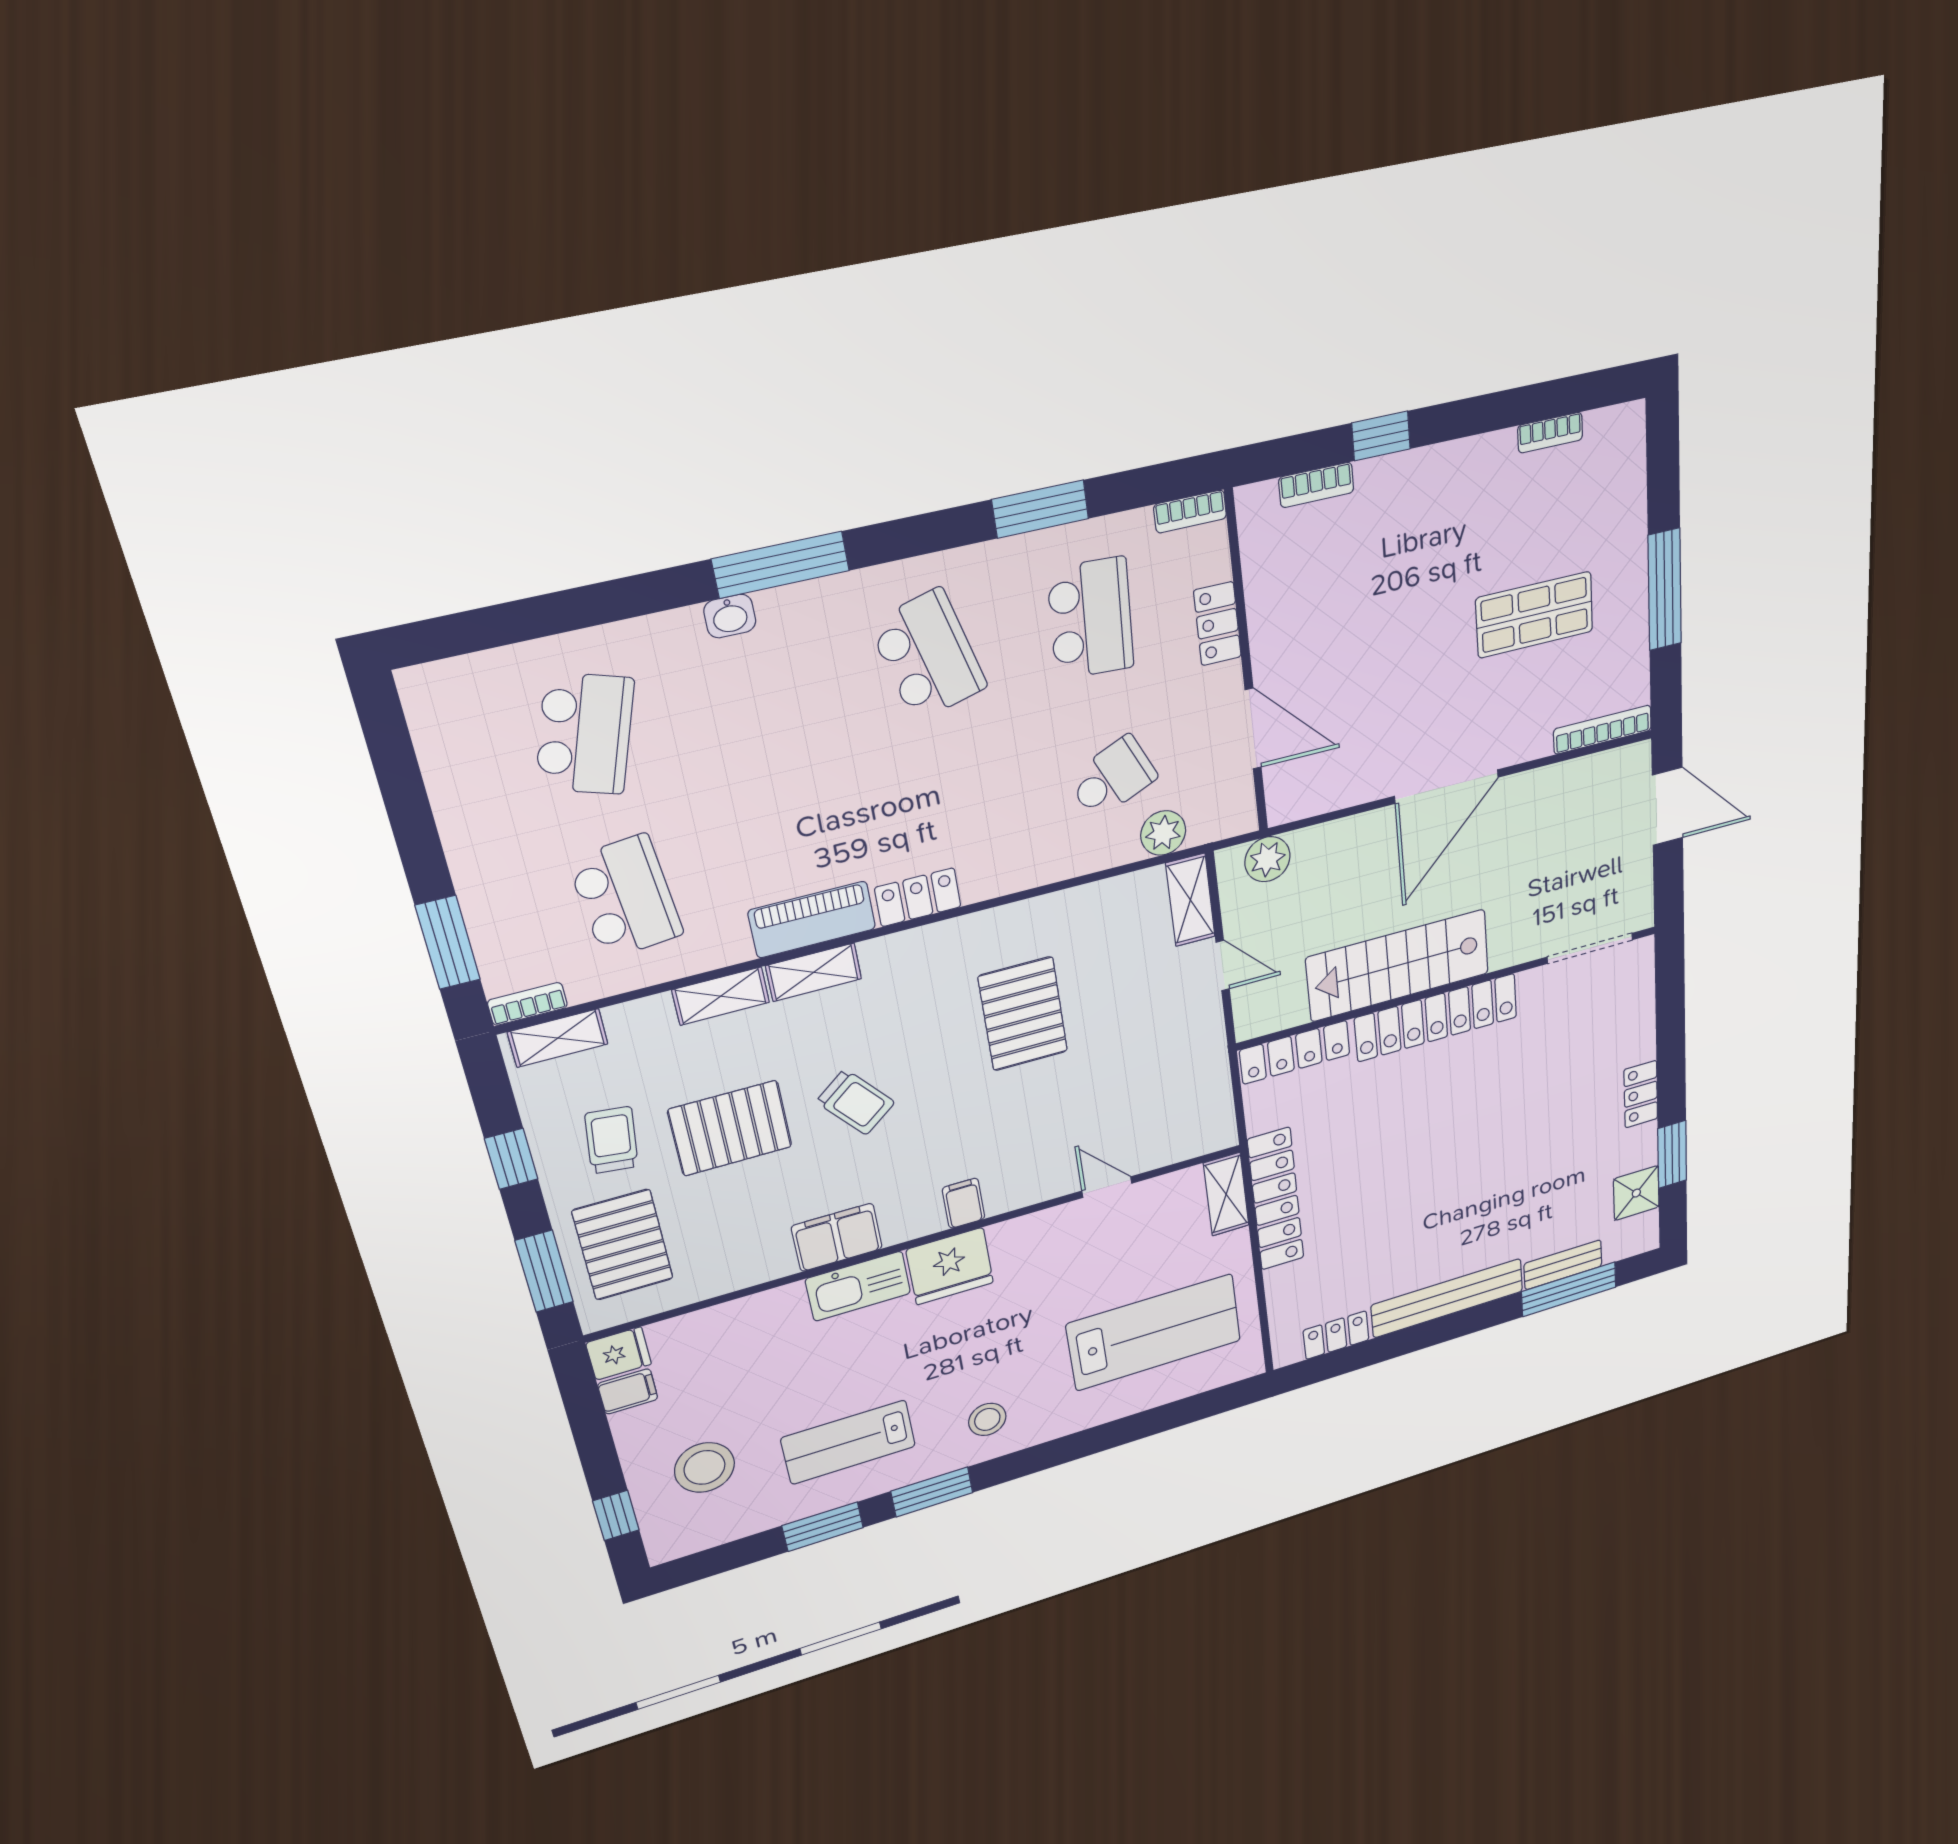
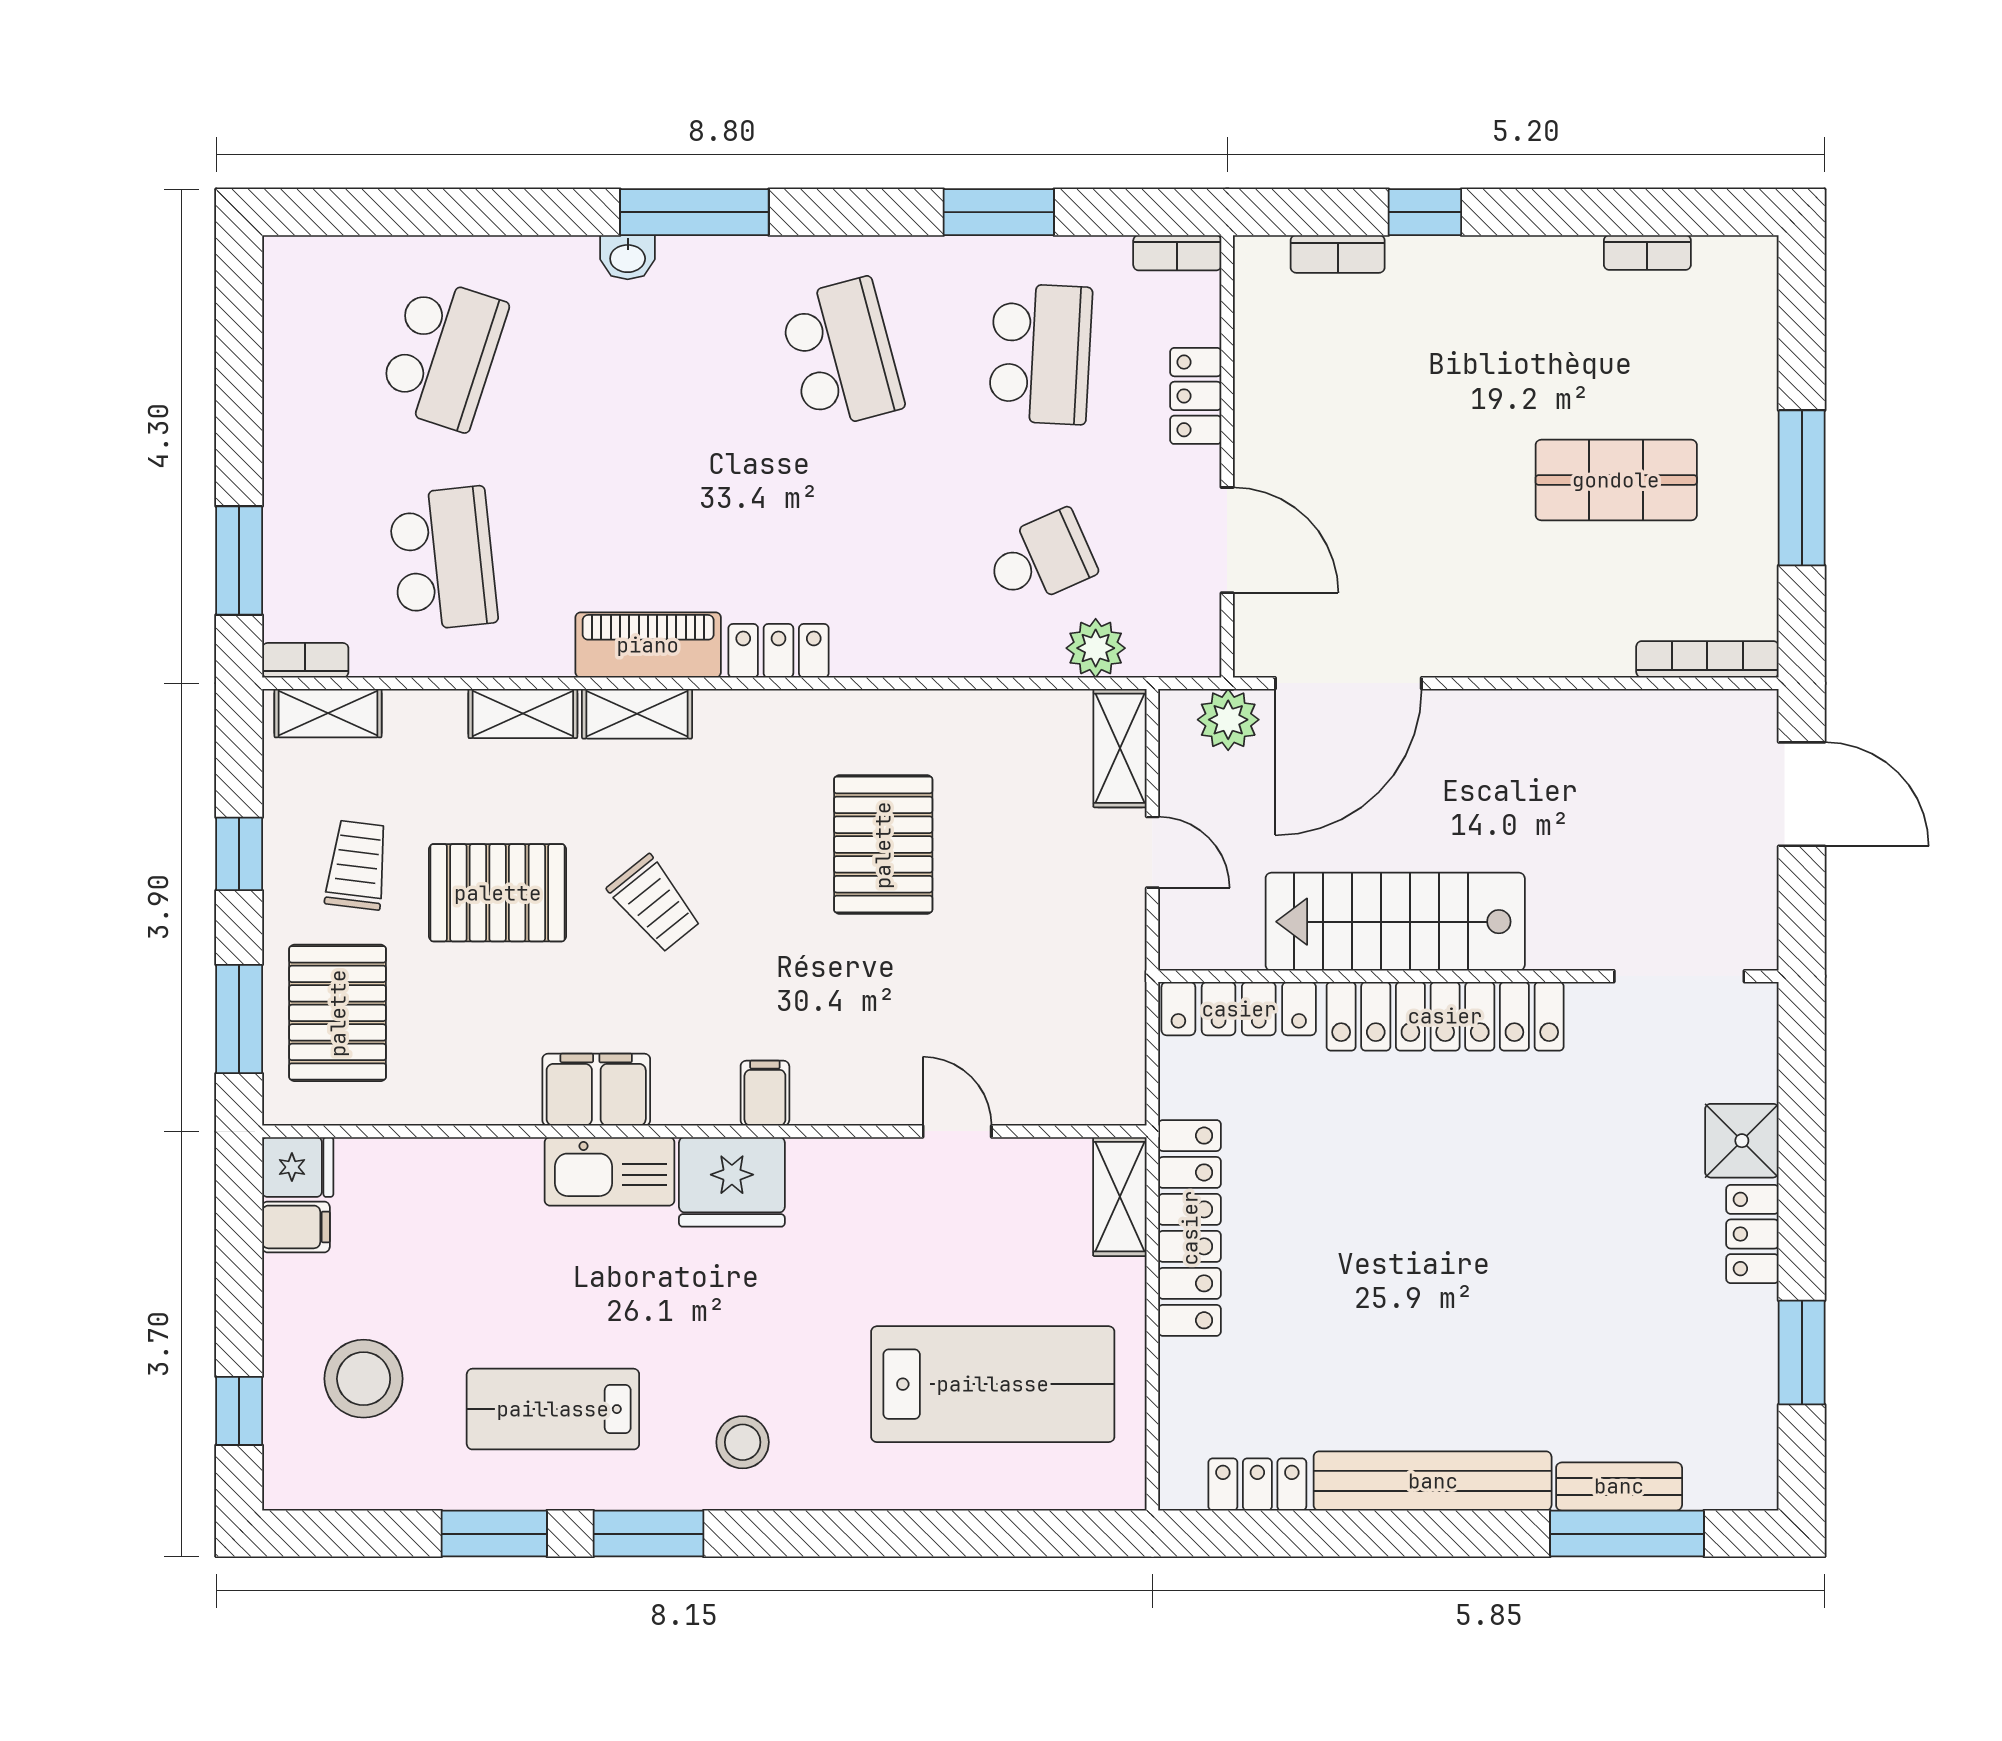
door: (1447, 787) -> (1348, 683), moved
shower: (1636, 1193) -> (1742, 1141), moved

